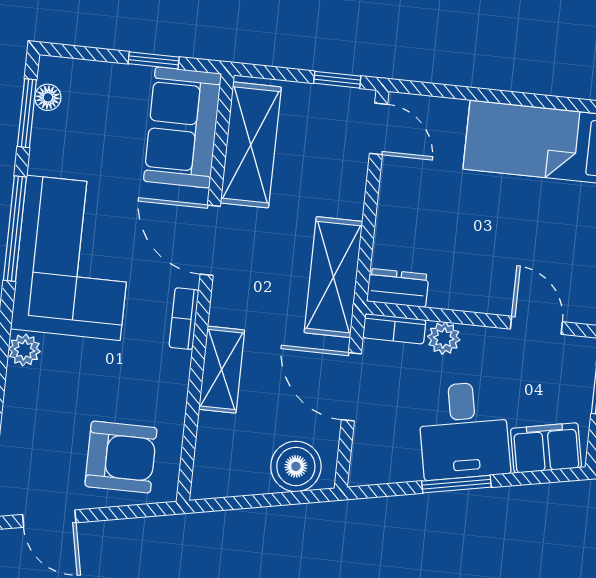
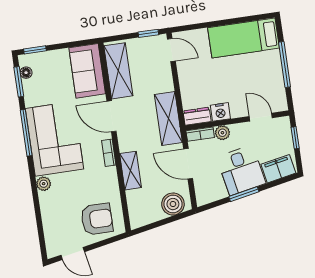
window: (154, 60) -> (35, 50), moved
nightstand: (451, 292) -> (220, 112), added

